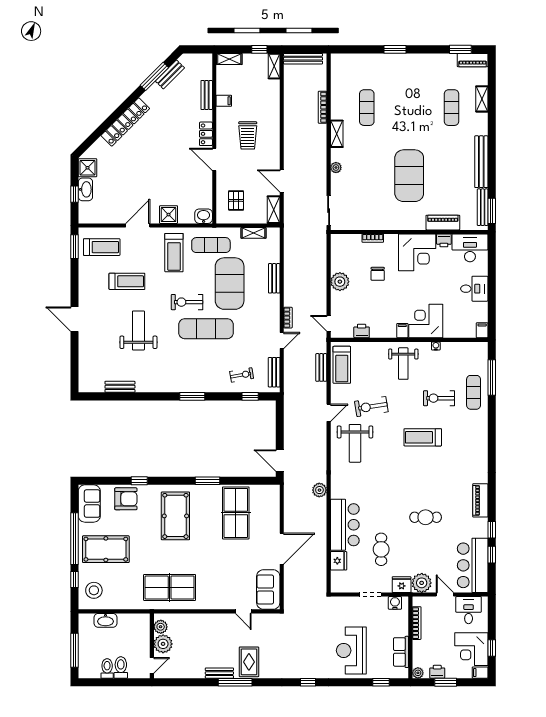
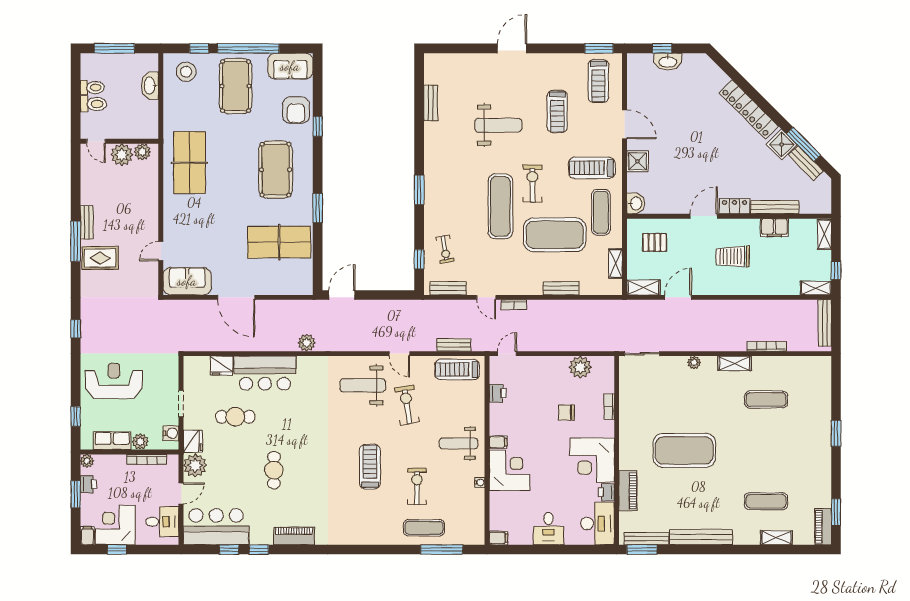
bench: (207, 95) -> (775, 207), width x1.36
filing cabinet: (224, 101) -> (774, 228), width x2.00
shower: (88, 168) -> (782, 144), moved, turned 45
plant: (340, 282) -> (580, 367), moved
pool table: (175, 516) -> (276, 170), turned 90
plant: (402, 629) -> (140, 442), added

